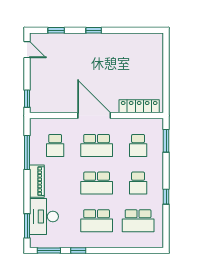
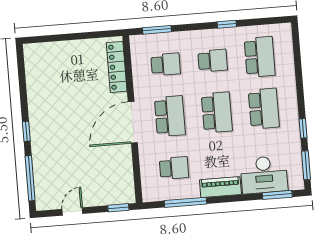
window: (56, 30) -> (30, 178), width x2.17
door: (27, 50) -> (72, 211), moved

